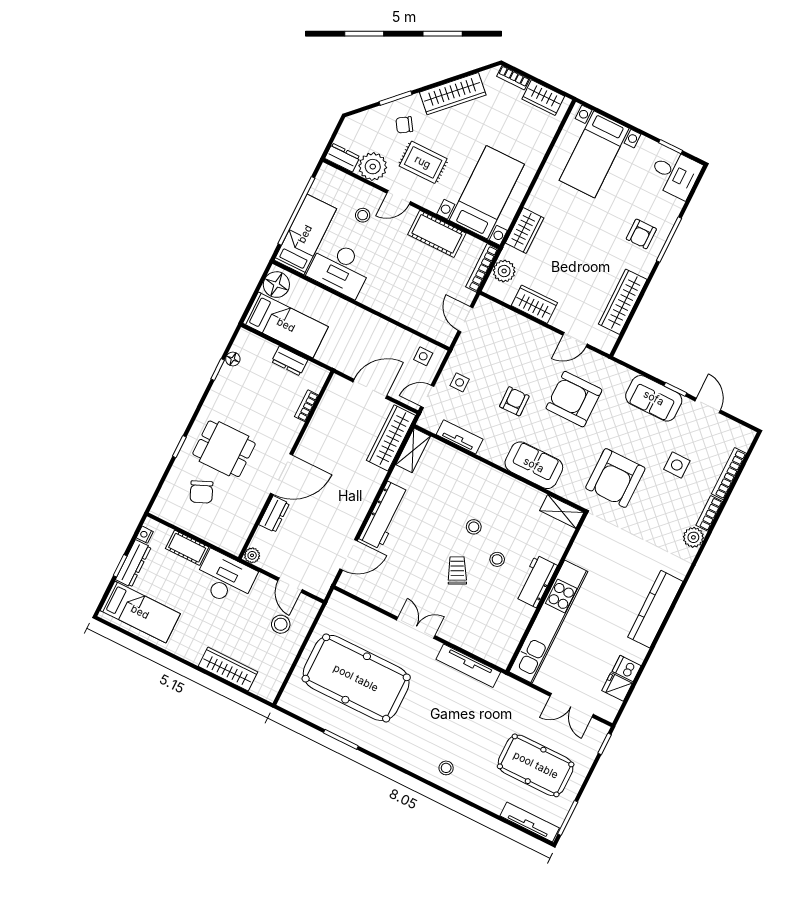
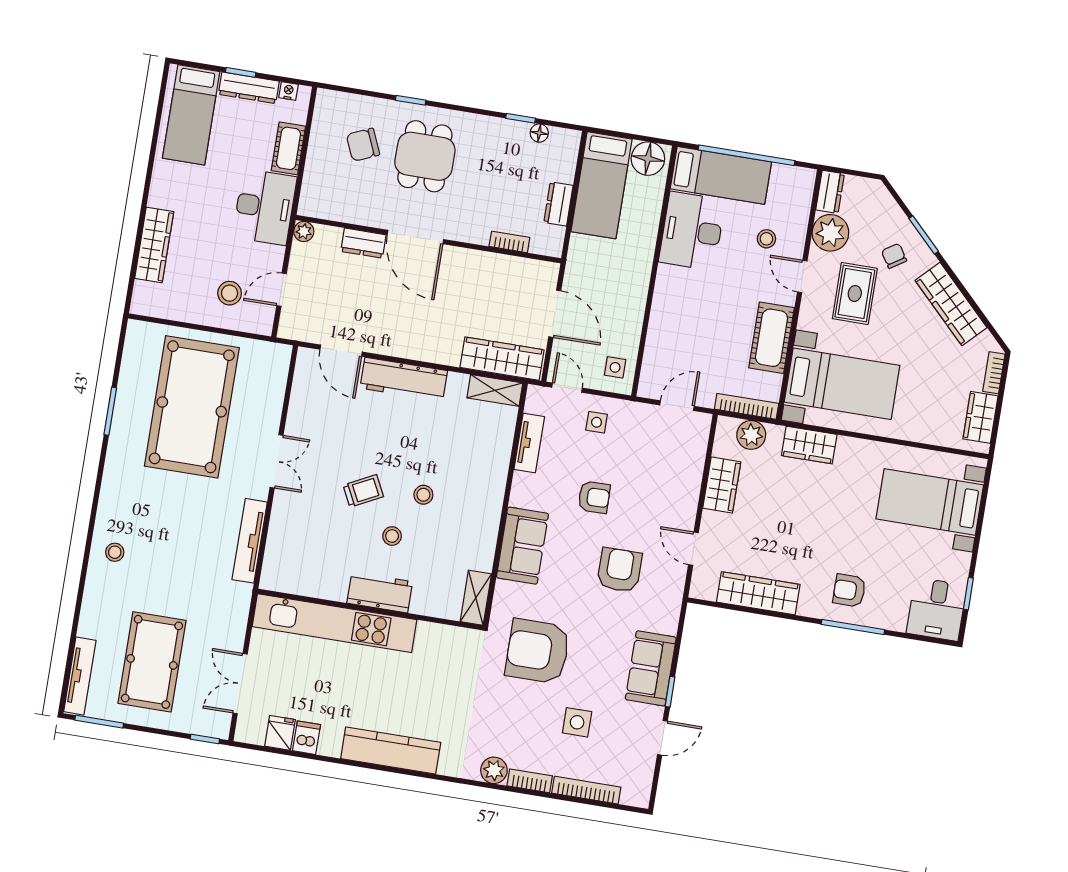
armchair: (574, 399) -> (619, 570), width x0.73, depth x0.73

